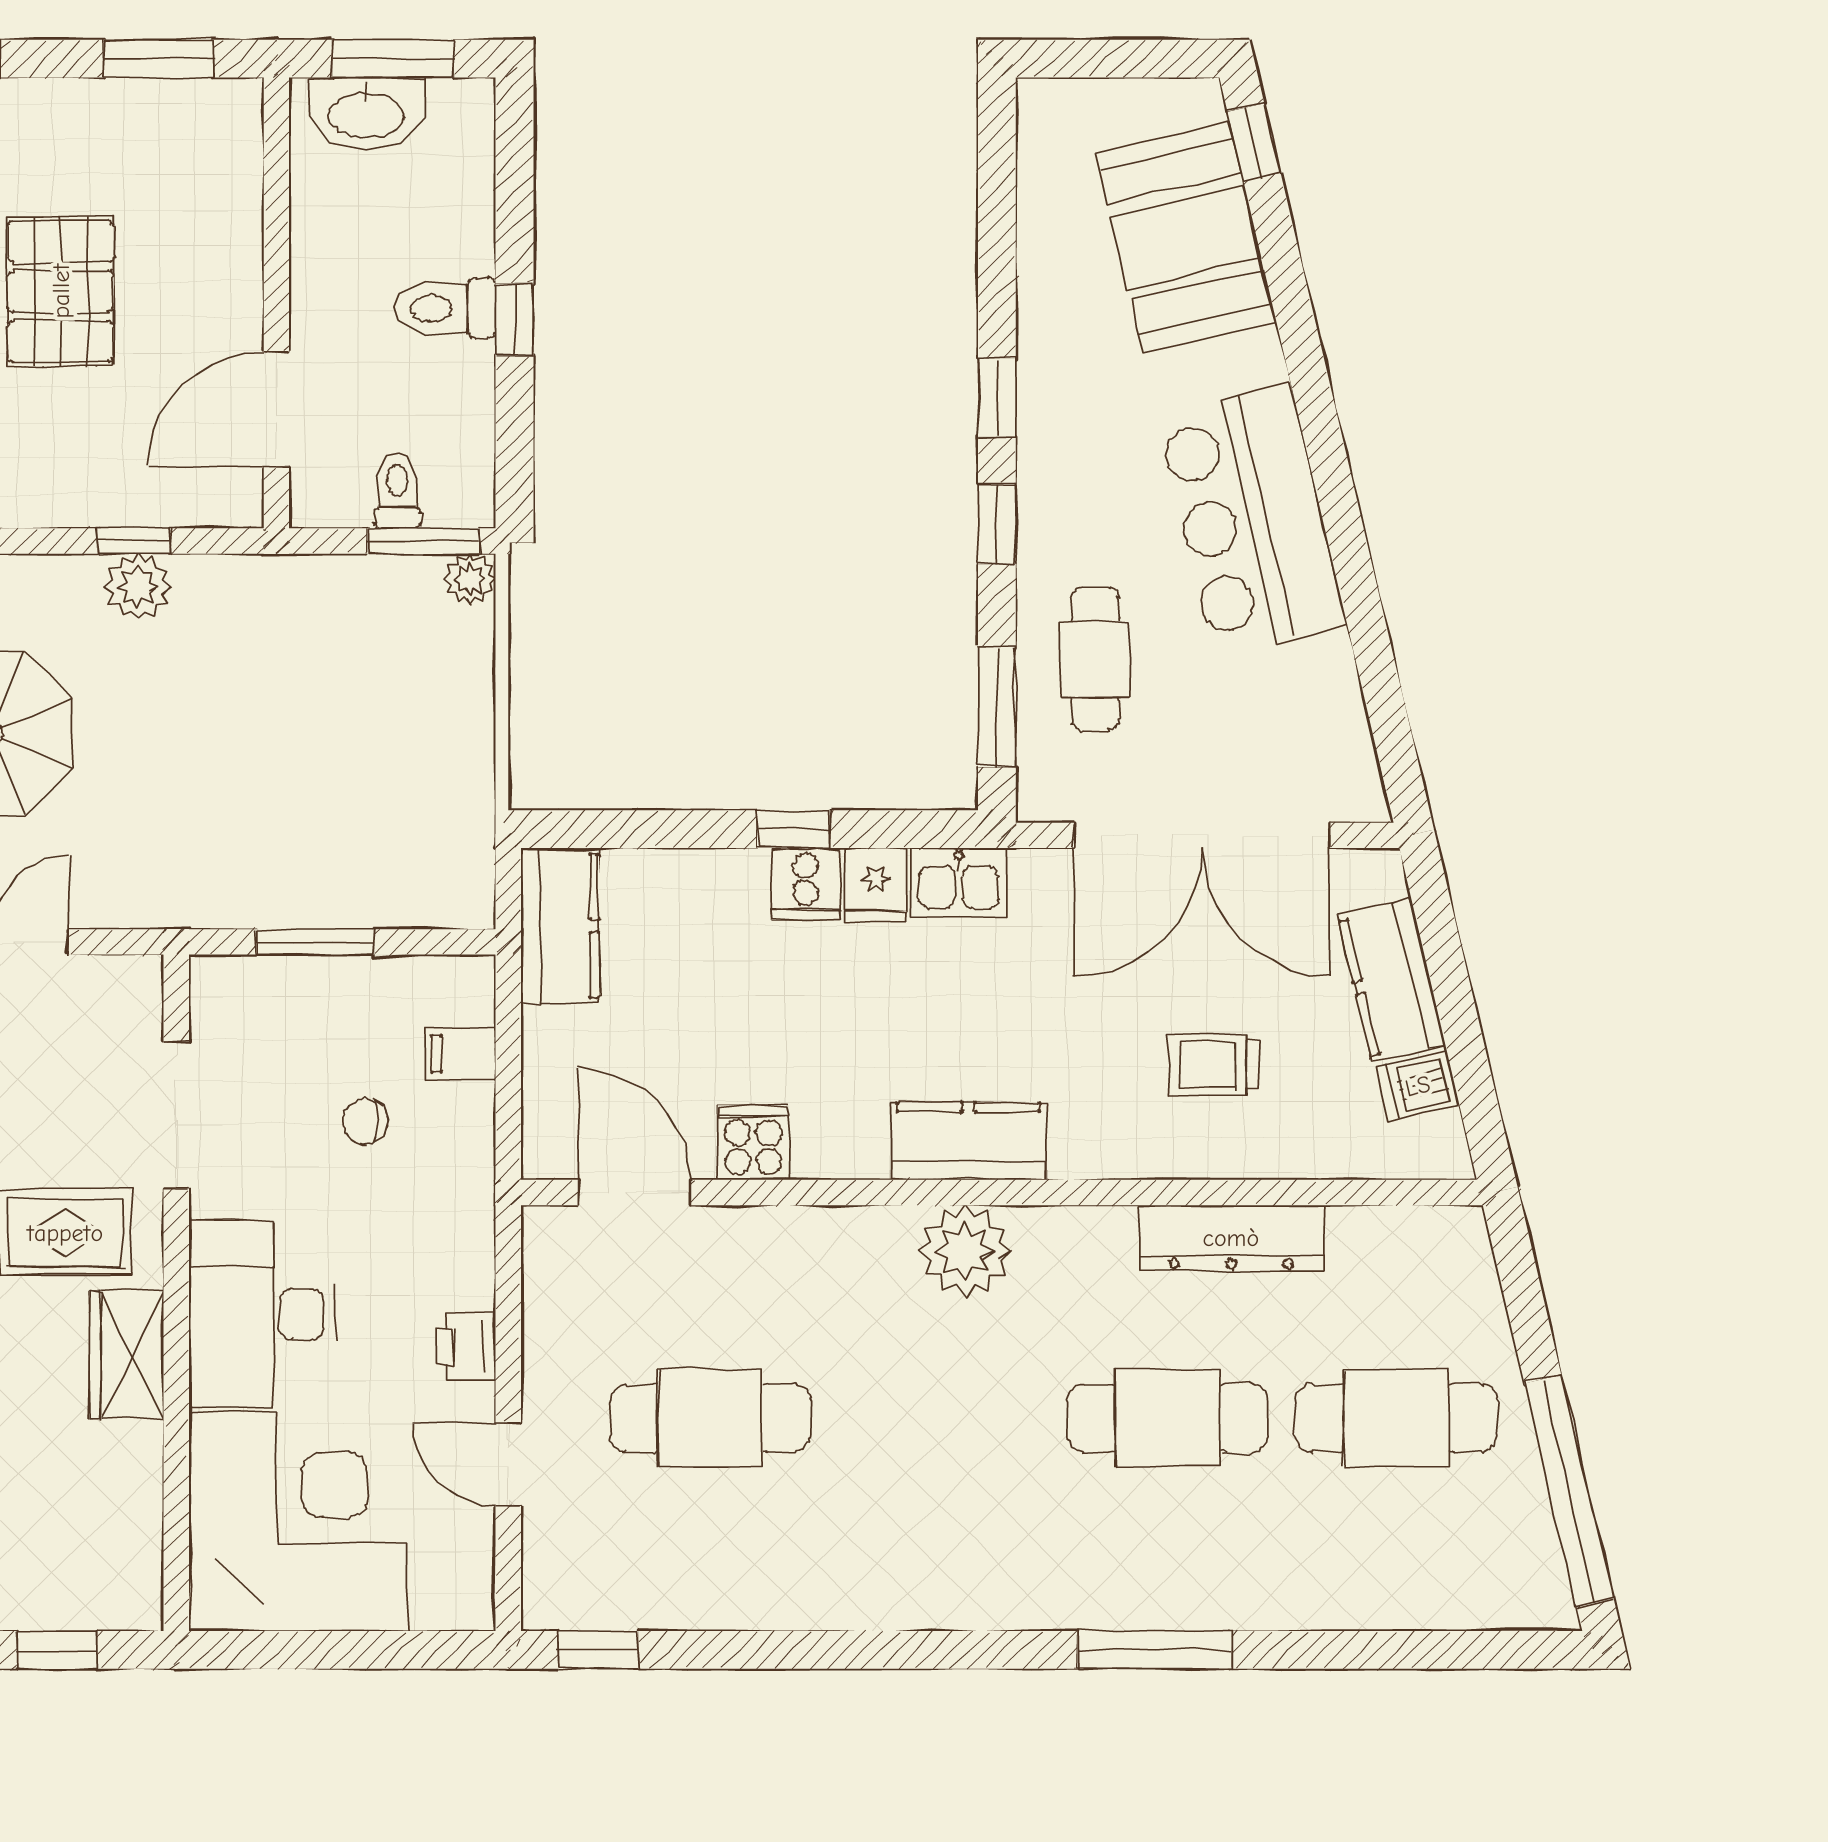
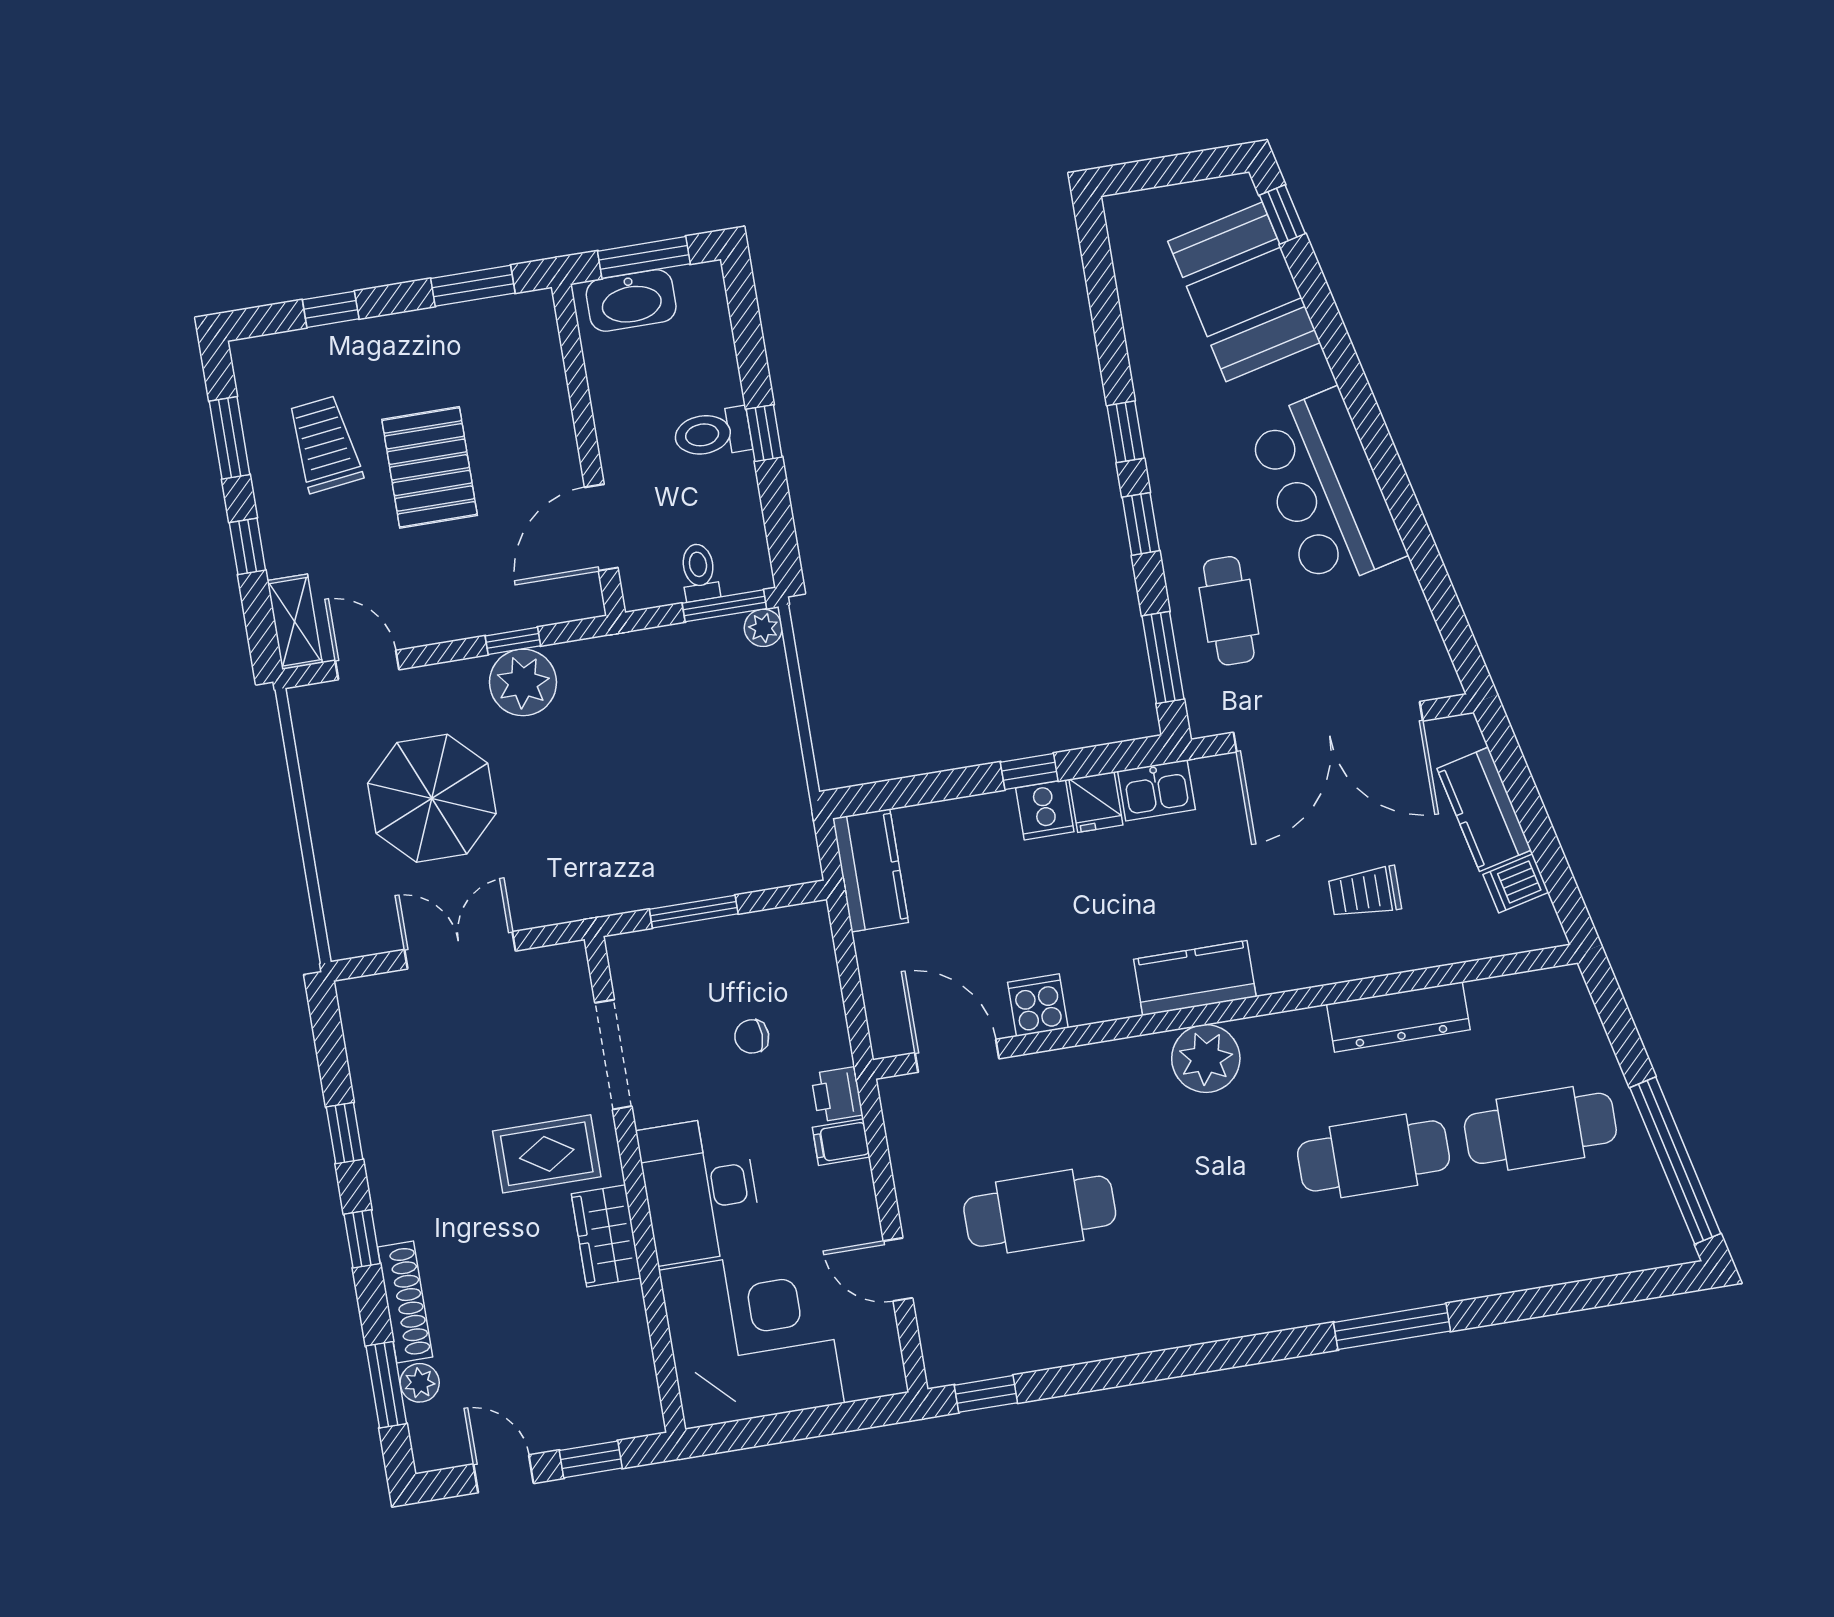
plant: (138, 587) -> (523, 682), width x1.36, depth x1.36
filing cabinet: (461, 1054) -> (841, 1142), moved
printer: (465, 1347) -> (837, 1094), moved

